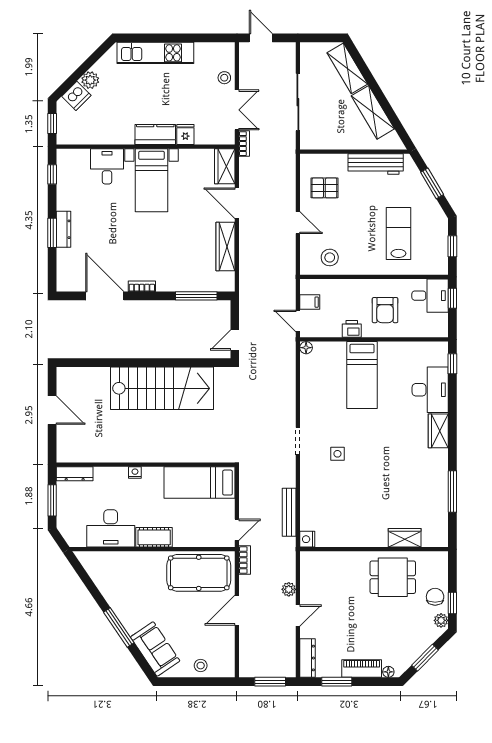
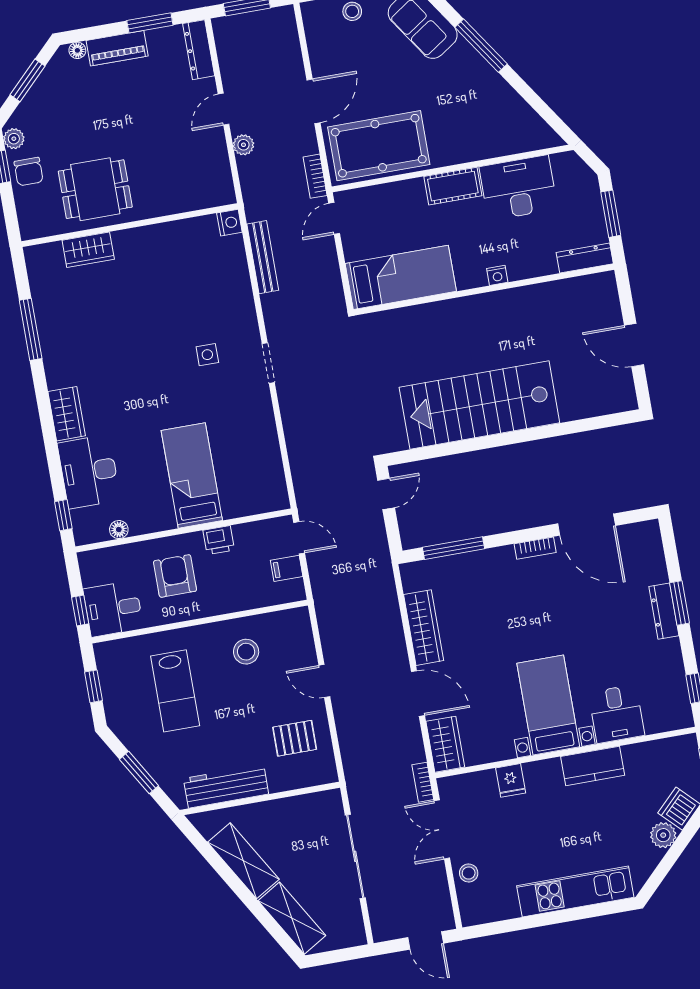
kitchen counter: (155, 134) -> (593, 766), moved
stool: (330, 257) -> (246, 652), moved
floor lamp: (306, 348) -> (119, 530), moved

